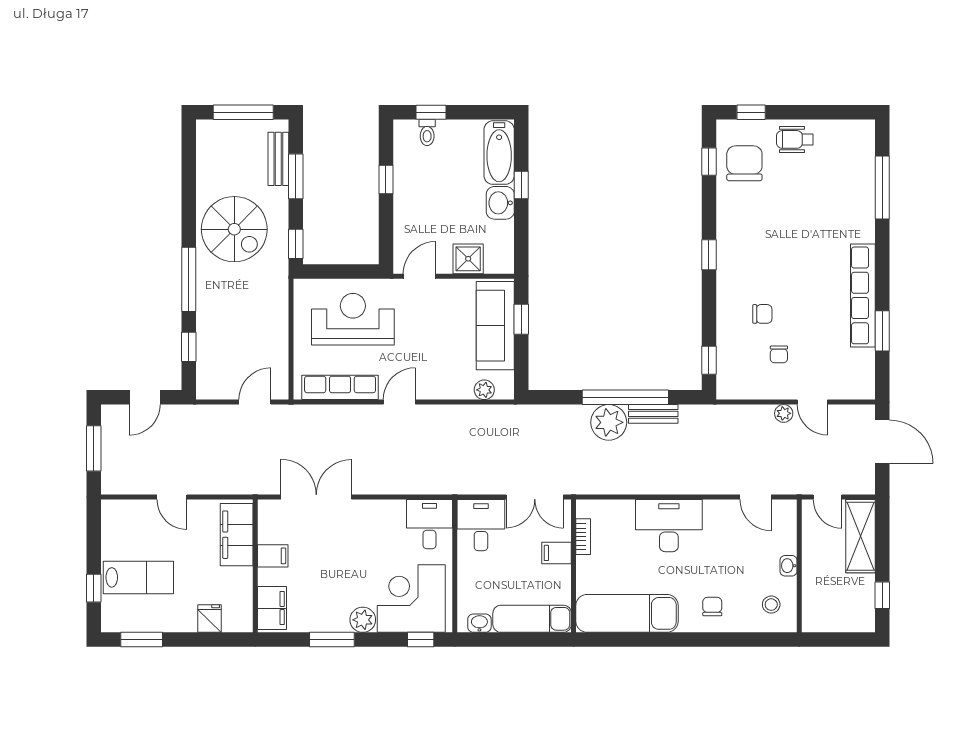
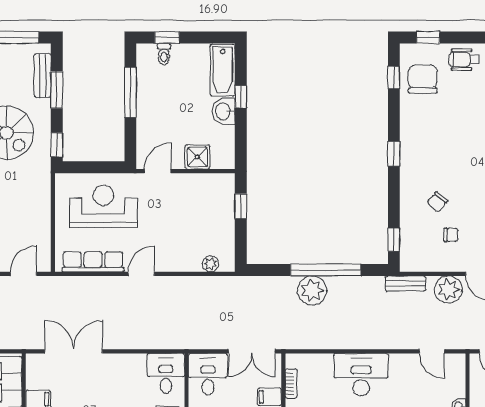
window: (386, 180) -> (130, 92), width x2.17
chair: (762, 314) -> (437, 202), turned 129
sofa: (495, 326) -> (220, 211), removed
chair: (779, 354) -> (451, 235), turned -90
plant: (784, 413) -> (448, 290), width x1.88, depth x1.88
bench: (653, 414) -> (406, 283), moved

